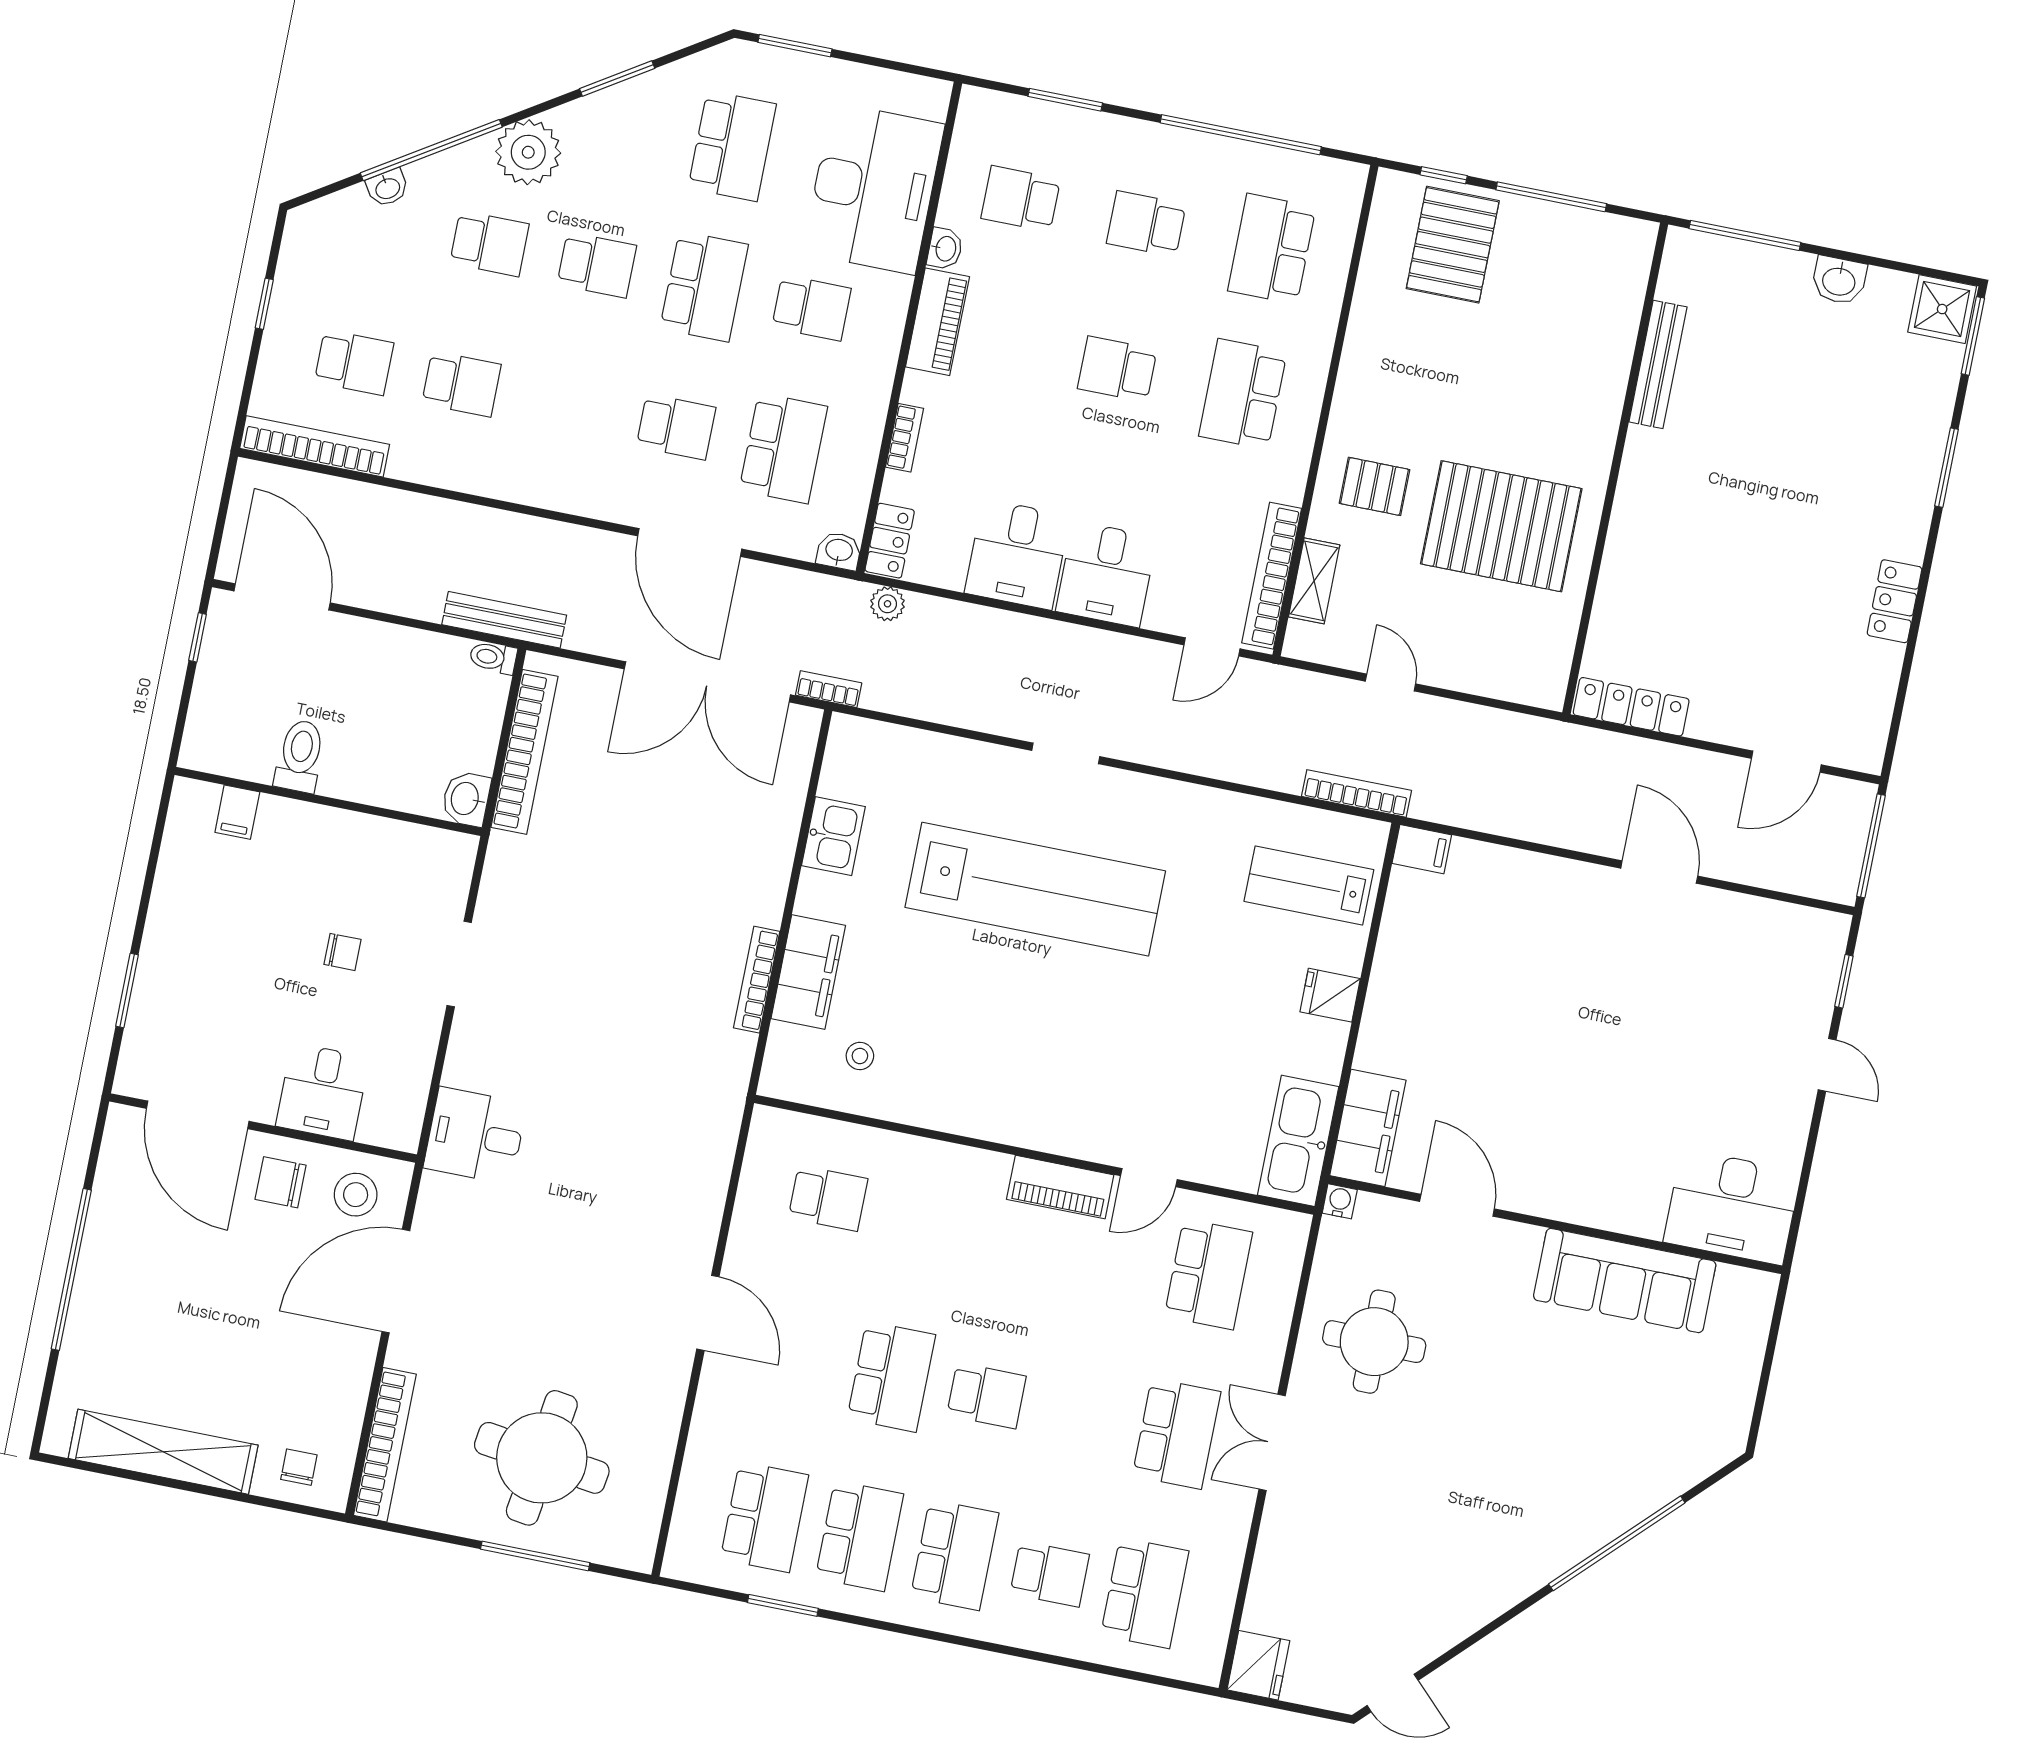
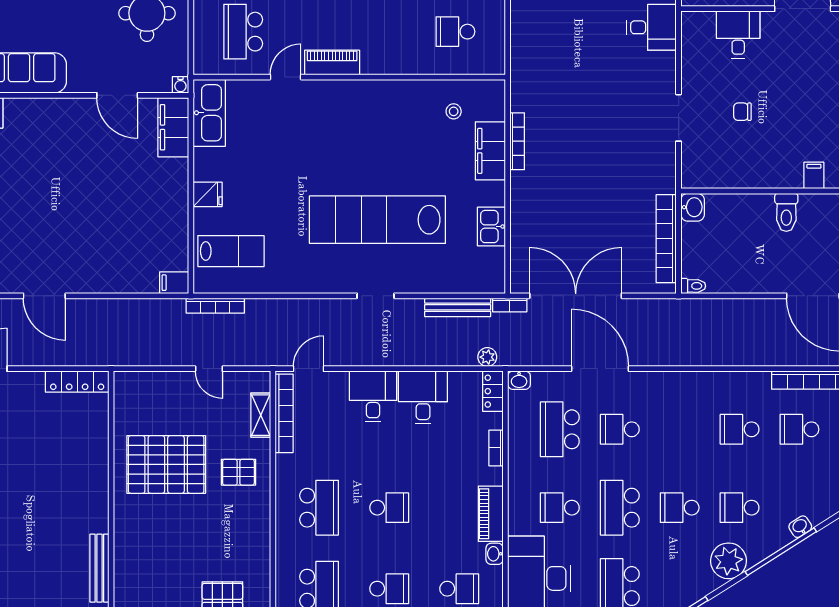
bench: (504, 620) -> (458, 307), moved

